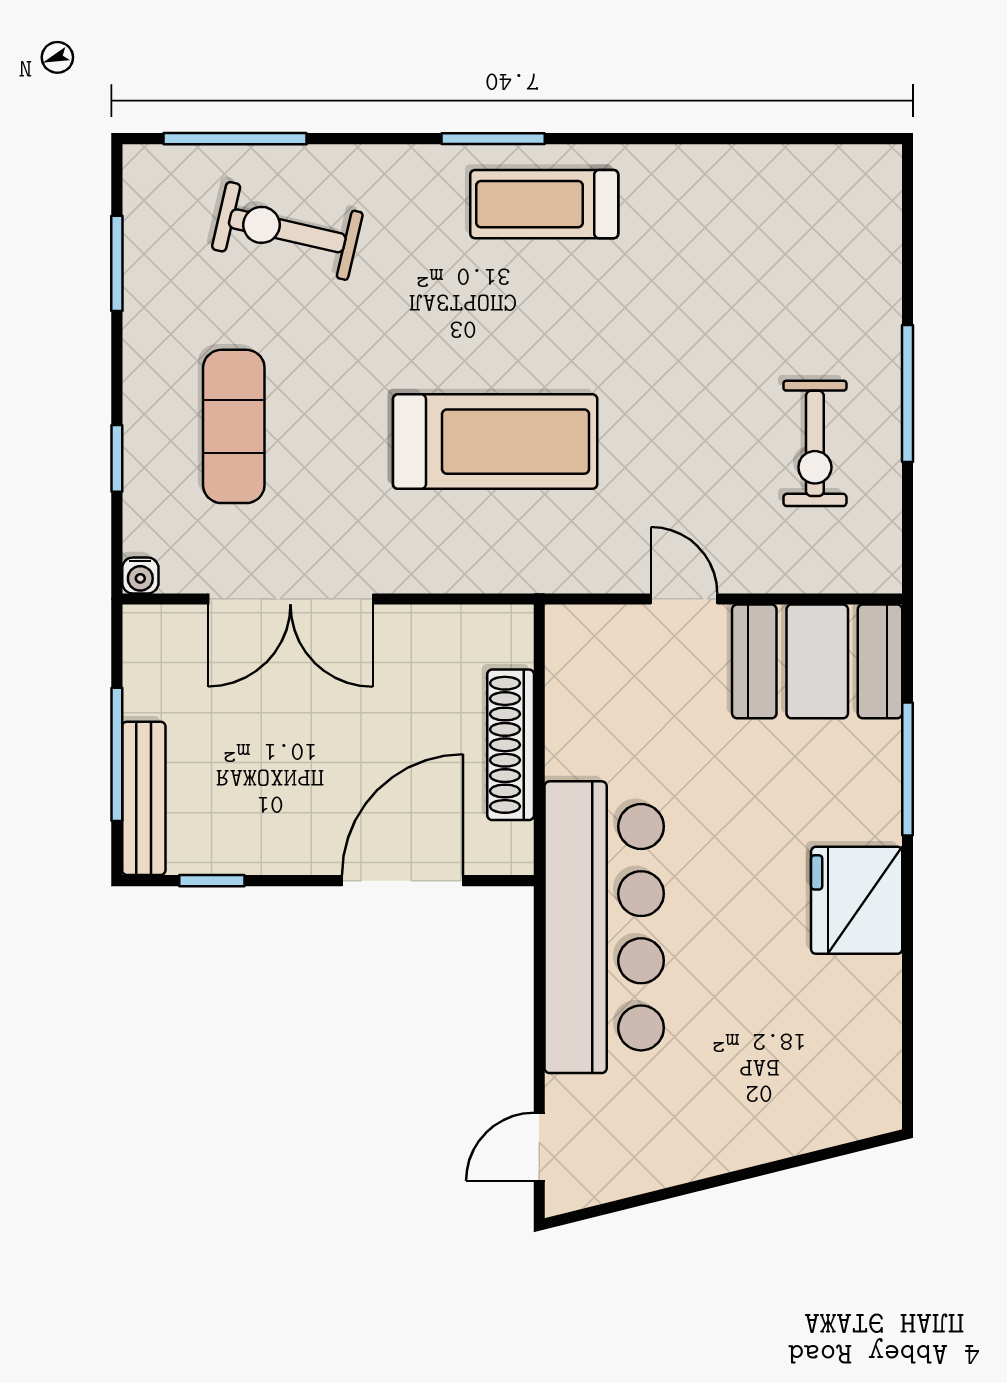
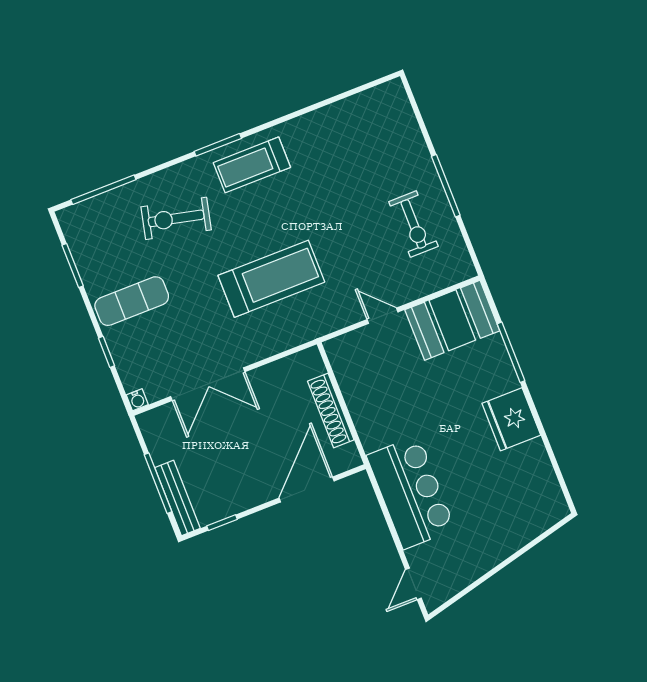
exercise bike: (287, 231) -> (176, 218), moved
exercise mat: (234, 426) -> (132, 301), moved, turned 90
bar counter: (604, 927) -> (411, 492), width x0.73

